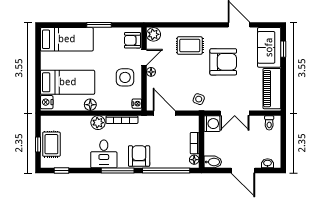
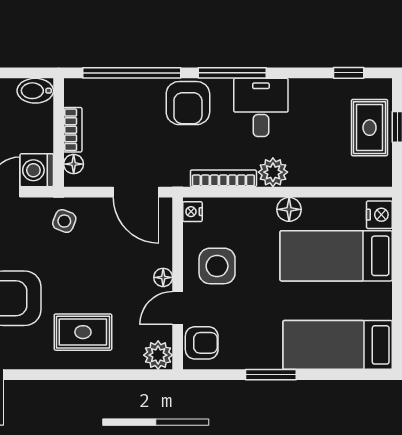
floor lamp: (194, 160) -> (74, 164), moved

